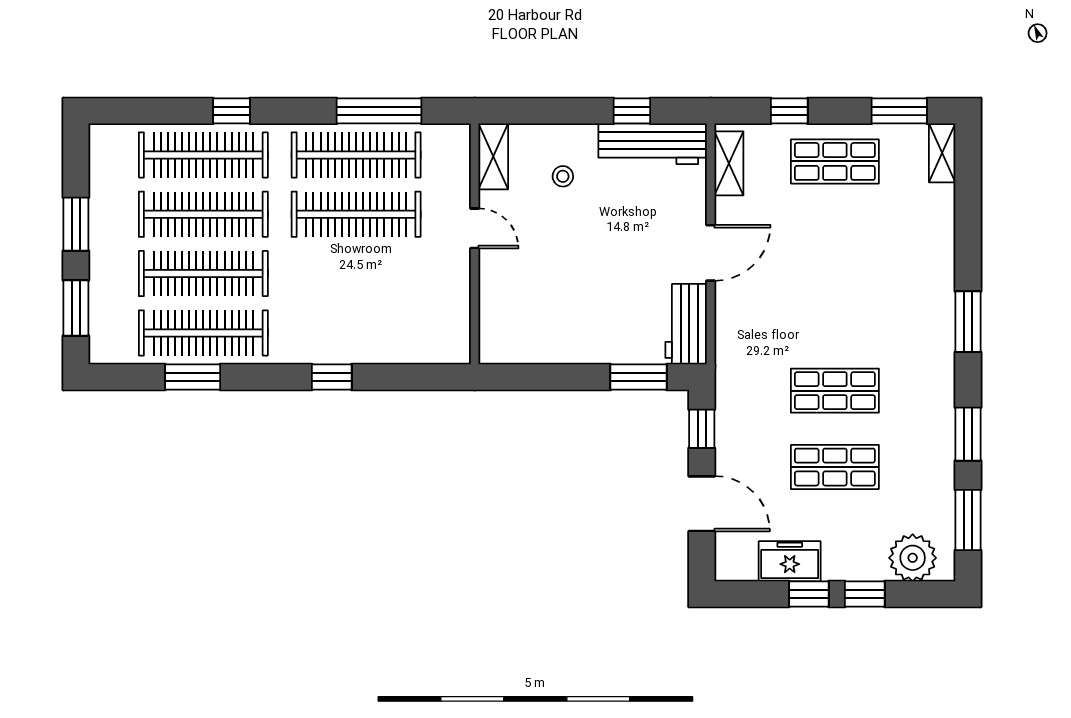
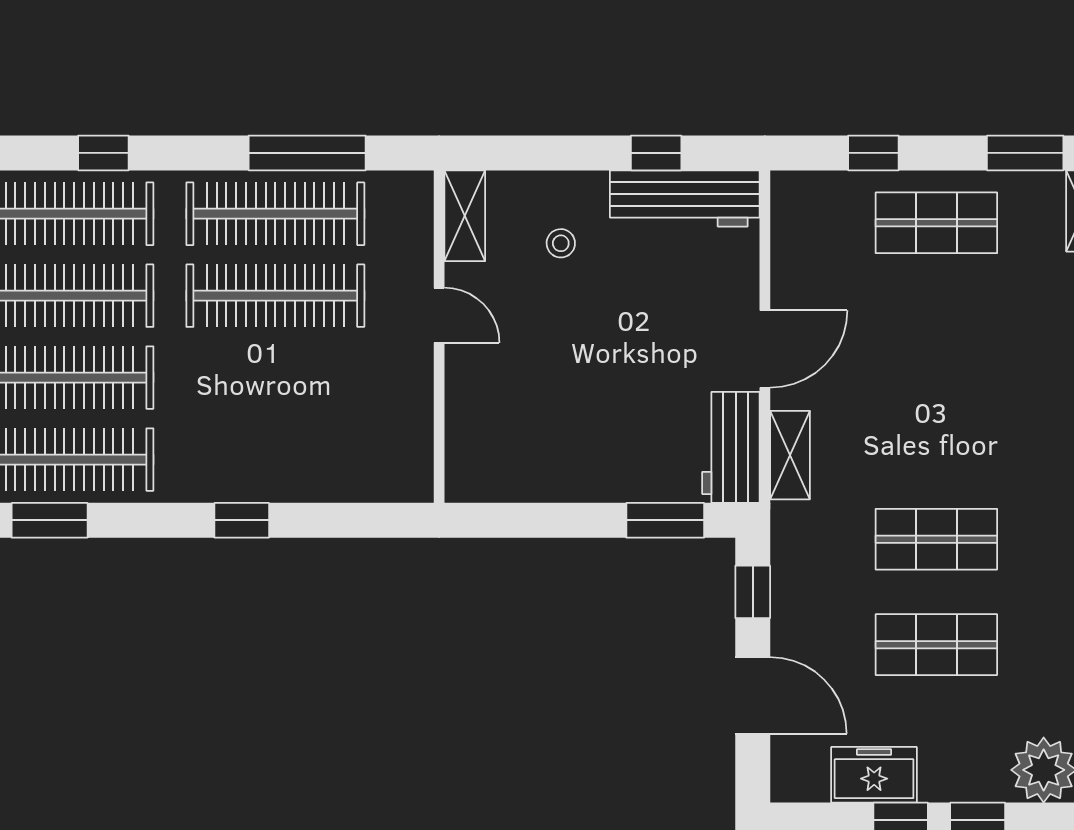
shelving: (729, 163) -> (790, 455), moved

